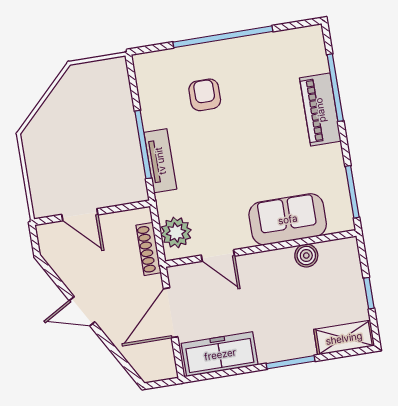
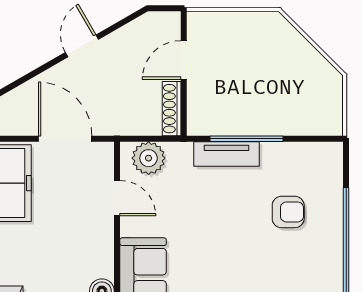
shoe rack: (149, 249) -> (172, 109), moved, turned -90
door: (218, 256) -> (117, 198), swing flipped

